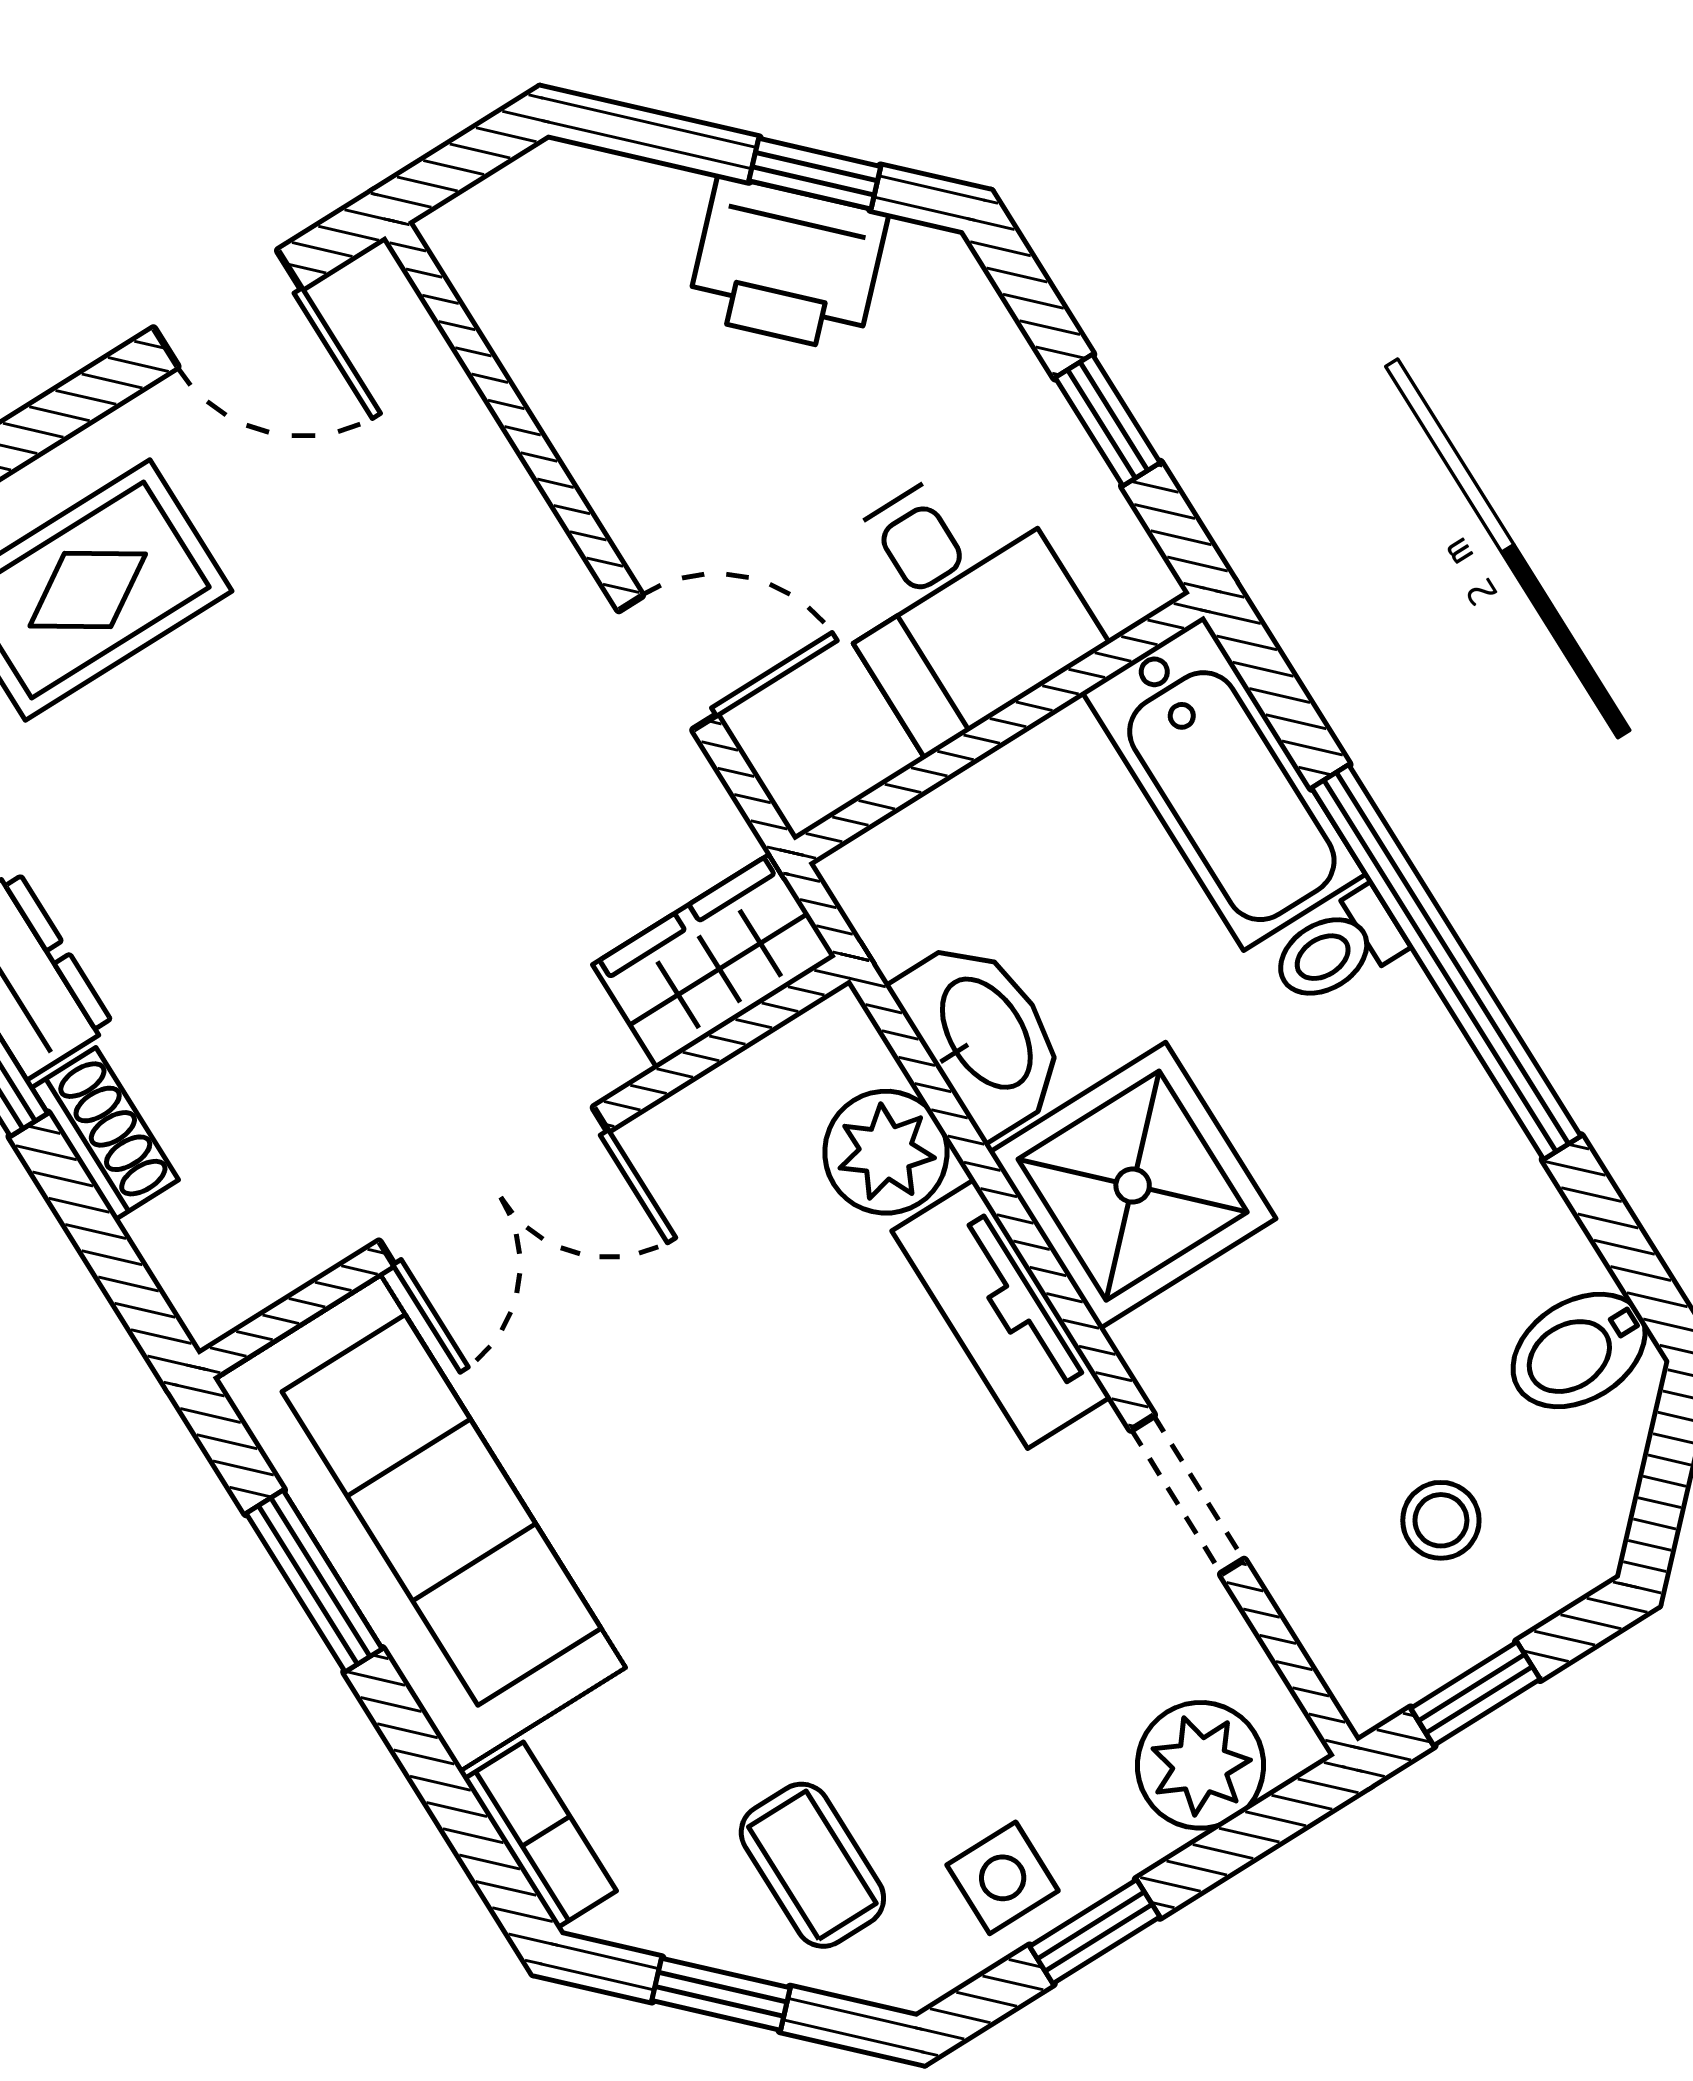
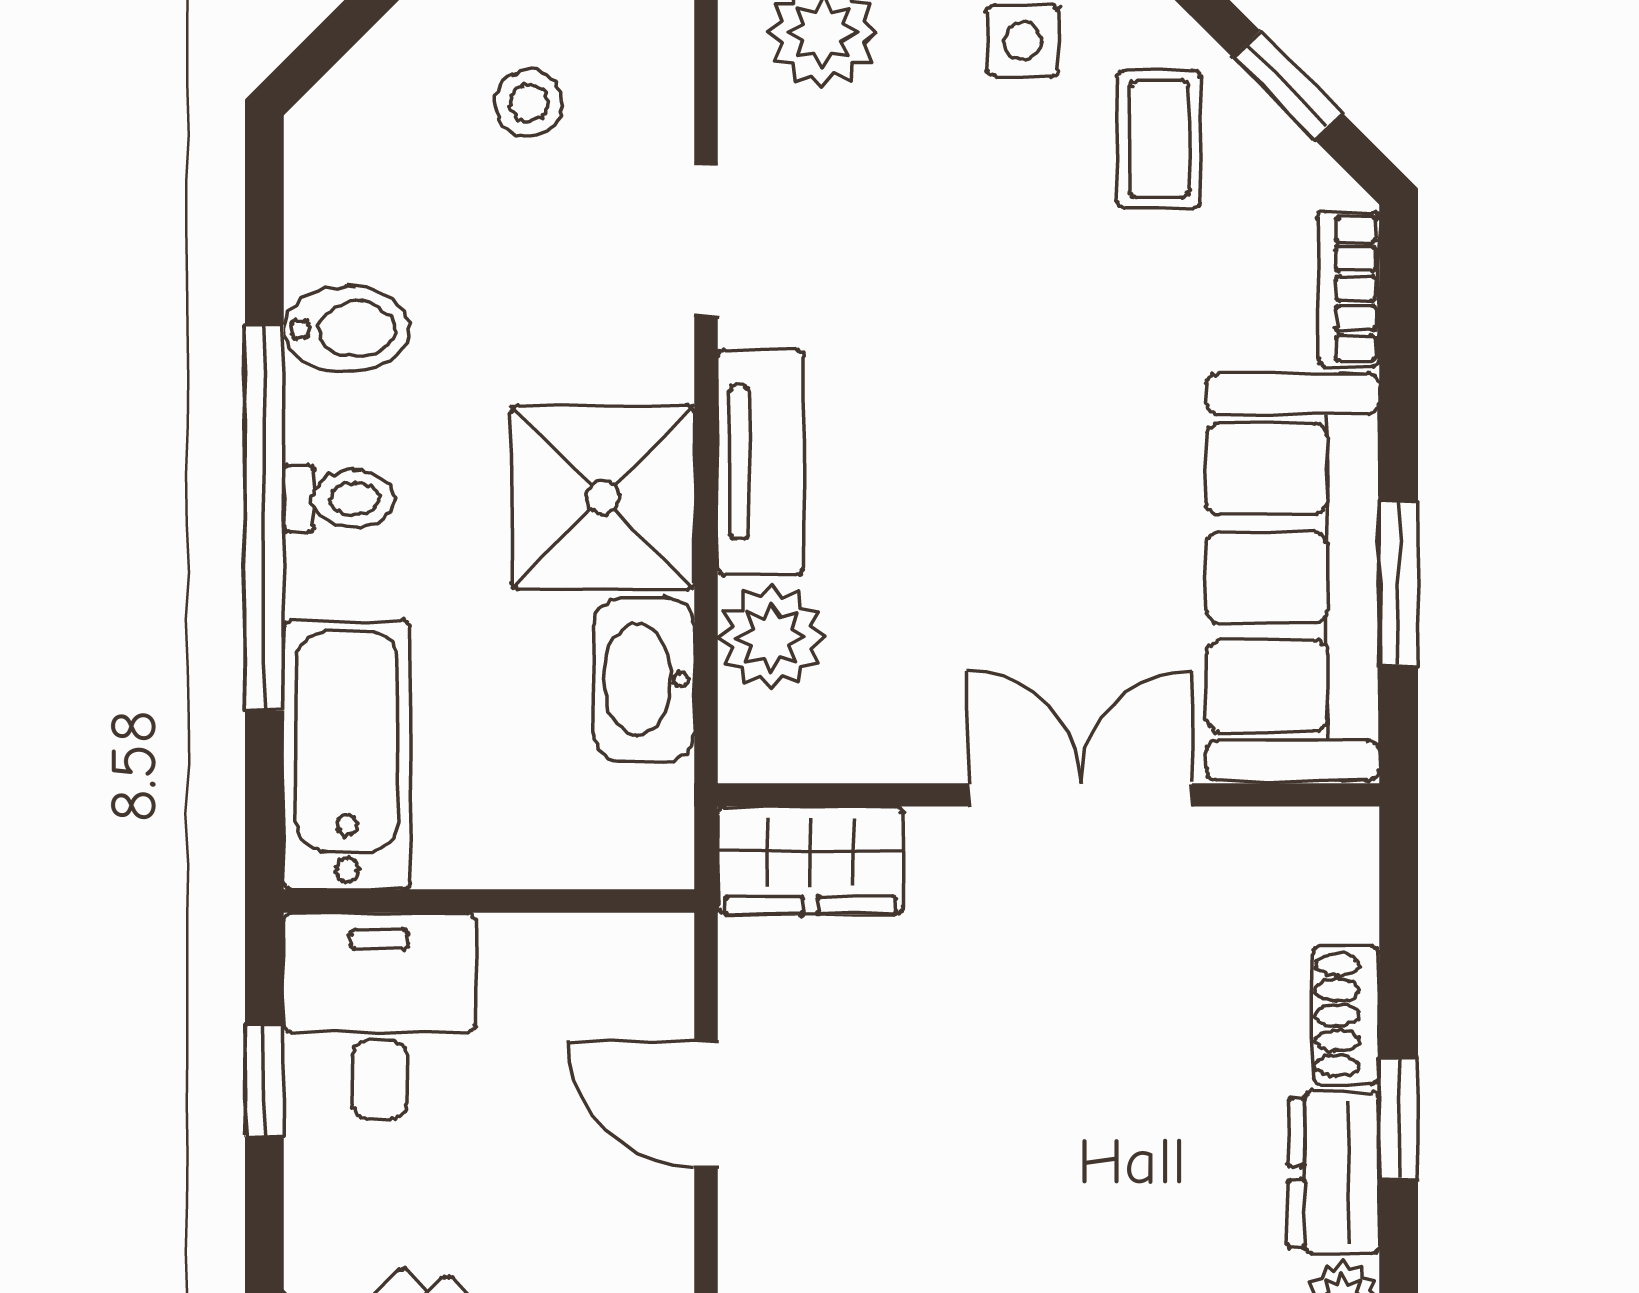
desk: (955, 602) -> (379, 1016), moved
toilet: (1338, 948) -> (339, 499), moved
bidet: (1579, 1350) -> (346, 329), moved

